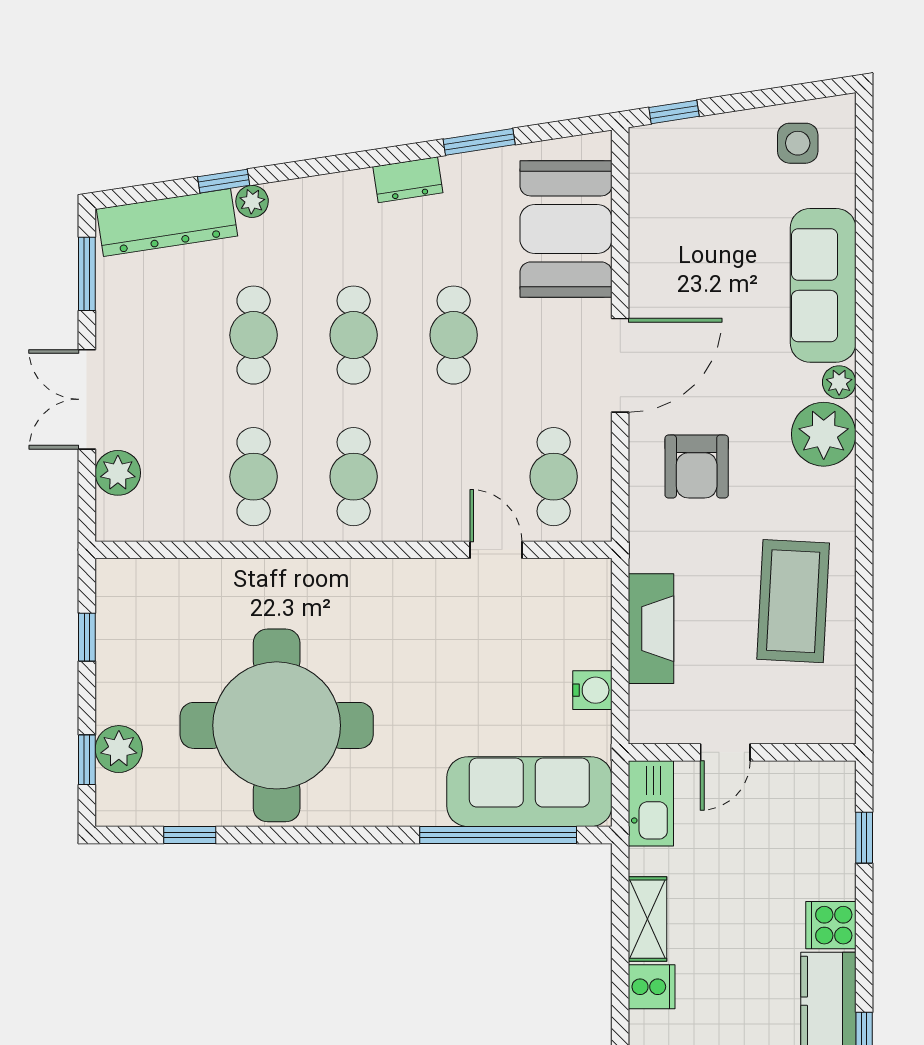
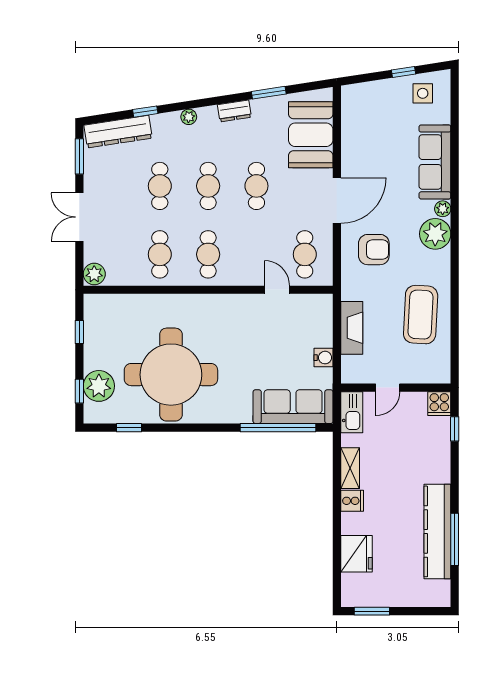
window: (674, 112) -> (404, 72), moved
plant: (252, 201) -> (189, 117), moved
armchair: (697, 467) -> (374, 250), turned -90
plant: (118, 473) -> (94, 274), moved
plant: (119, 749) -> (99, 386), width x1.36, depth x1.36
cooker: (831, 925) -> (439, 404), moved, turned -90

